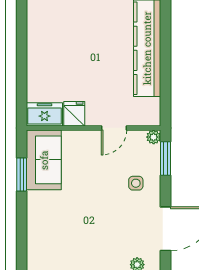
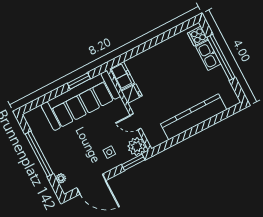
plant: (154, 137) -> (137, 147), width x1.87, depth x1.87
sofa: (44, 160) -> (81, 101), width x1.85, depth x1.27

